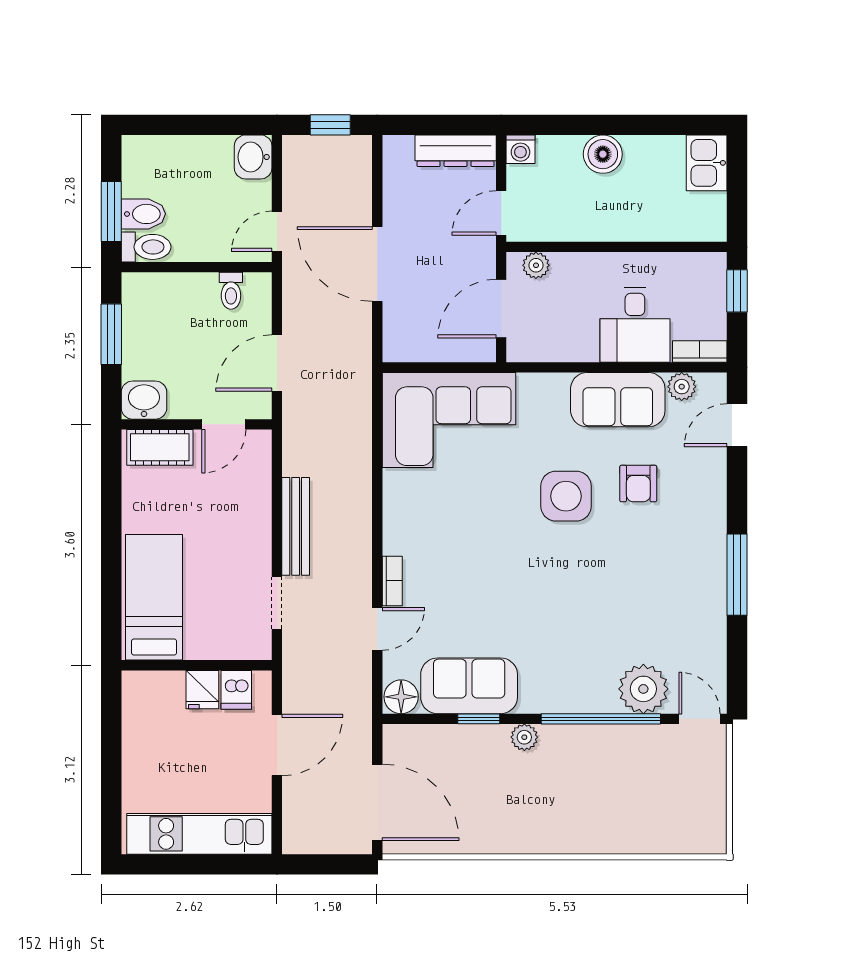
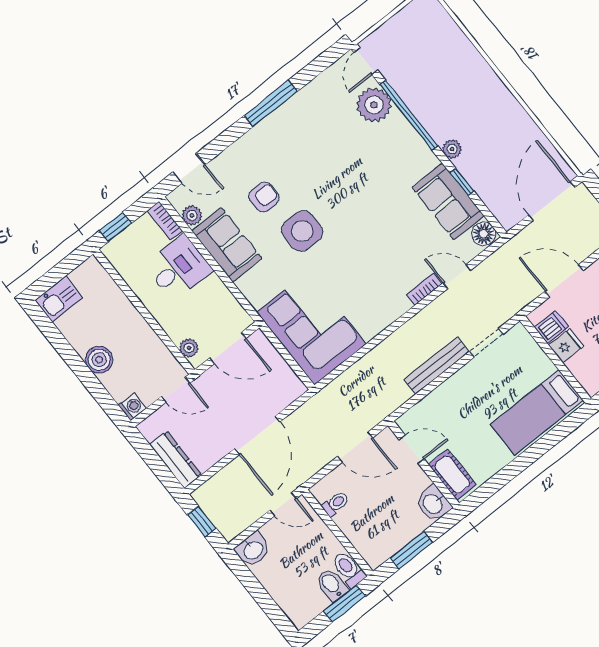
dresser: (456, 151) -> (176, 460), moved

